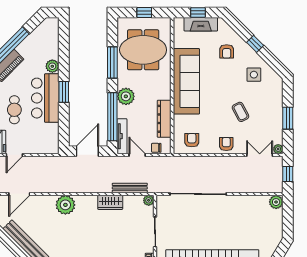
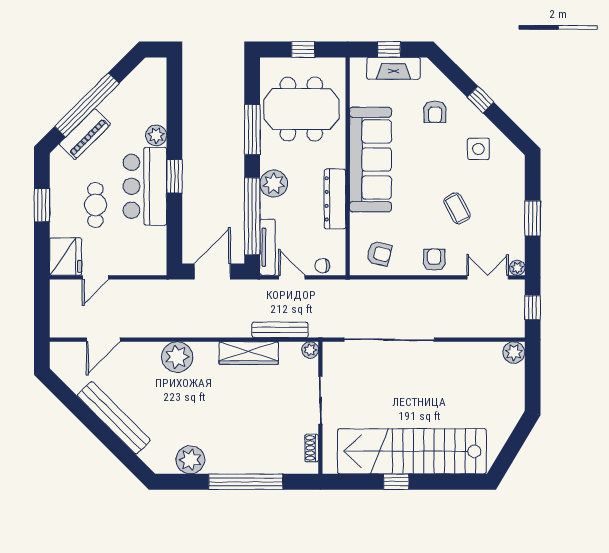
dresser: (164, 119) -> (335, 199), moved
armchair: (192, 140) -> (379, 253), turned 103
wardrobe: (110, 202) -> (249, 353), width x1.50

